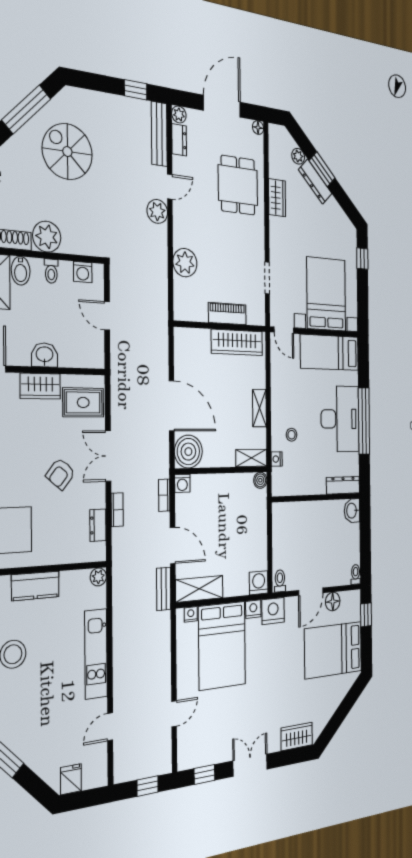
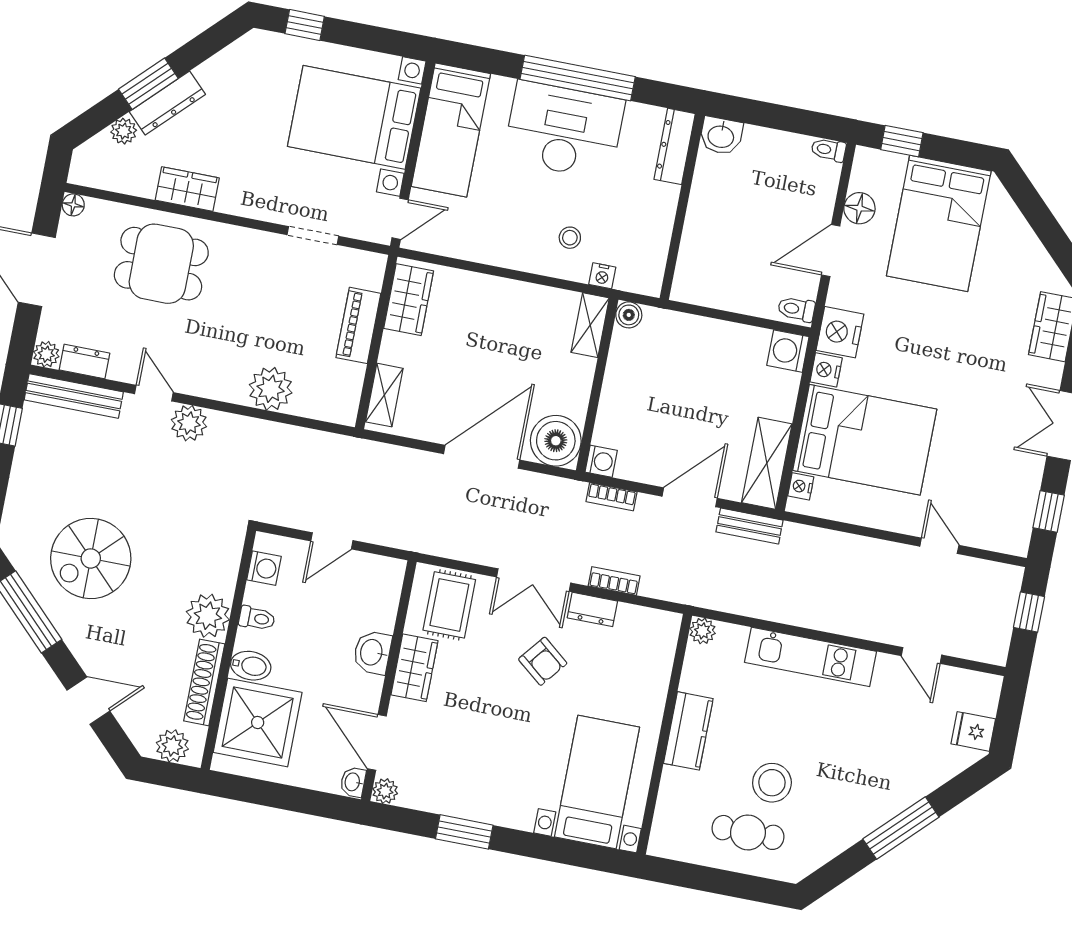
wardrobe: (237, 342) -> (409, 300), width x0.67
shelving: (259, 408) -> (384, 395), moved, turned 90
dresser: (98, 525) -> (592, 609), moved
door: (311, 592) -> (831, 250), swing flipped

